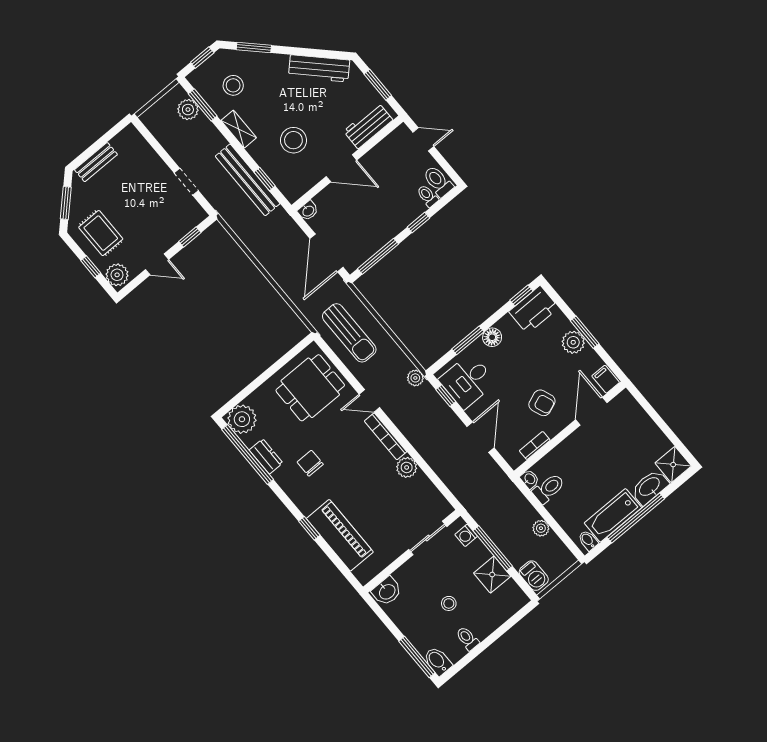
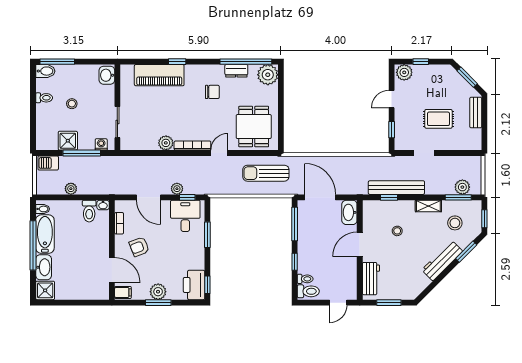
workbench: (319, 68) -> (442, 261), moved
stool: (293, 140) -> (397, 231), width x0.53, depth x0.53
washbasin: (308, 211) -> (349, 212), width x1.91, depth x1.45
rug: (101, 233) -> (438, 119), moved
floor lamp: (492, 337) -> (198, 249), removed
plant: (415, 378) -> (177, 189), moved

